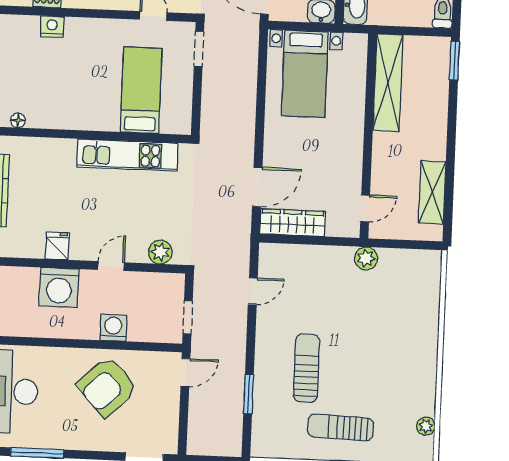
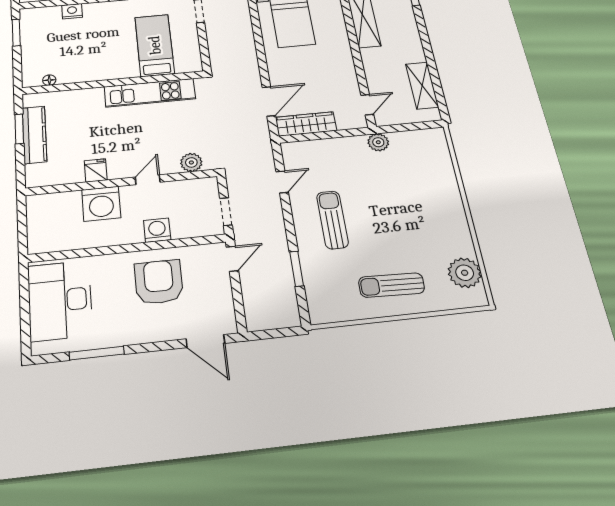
sun lounger: (306, 368) -> (332, 220), moved
armchair: (107, 387) -> (159, 282), turned 133
plant: (426, 426) -> (465, 273), width x1.88, depth x1.88

